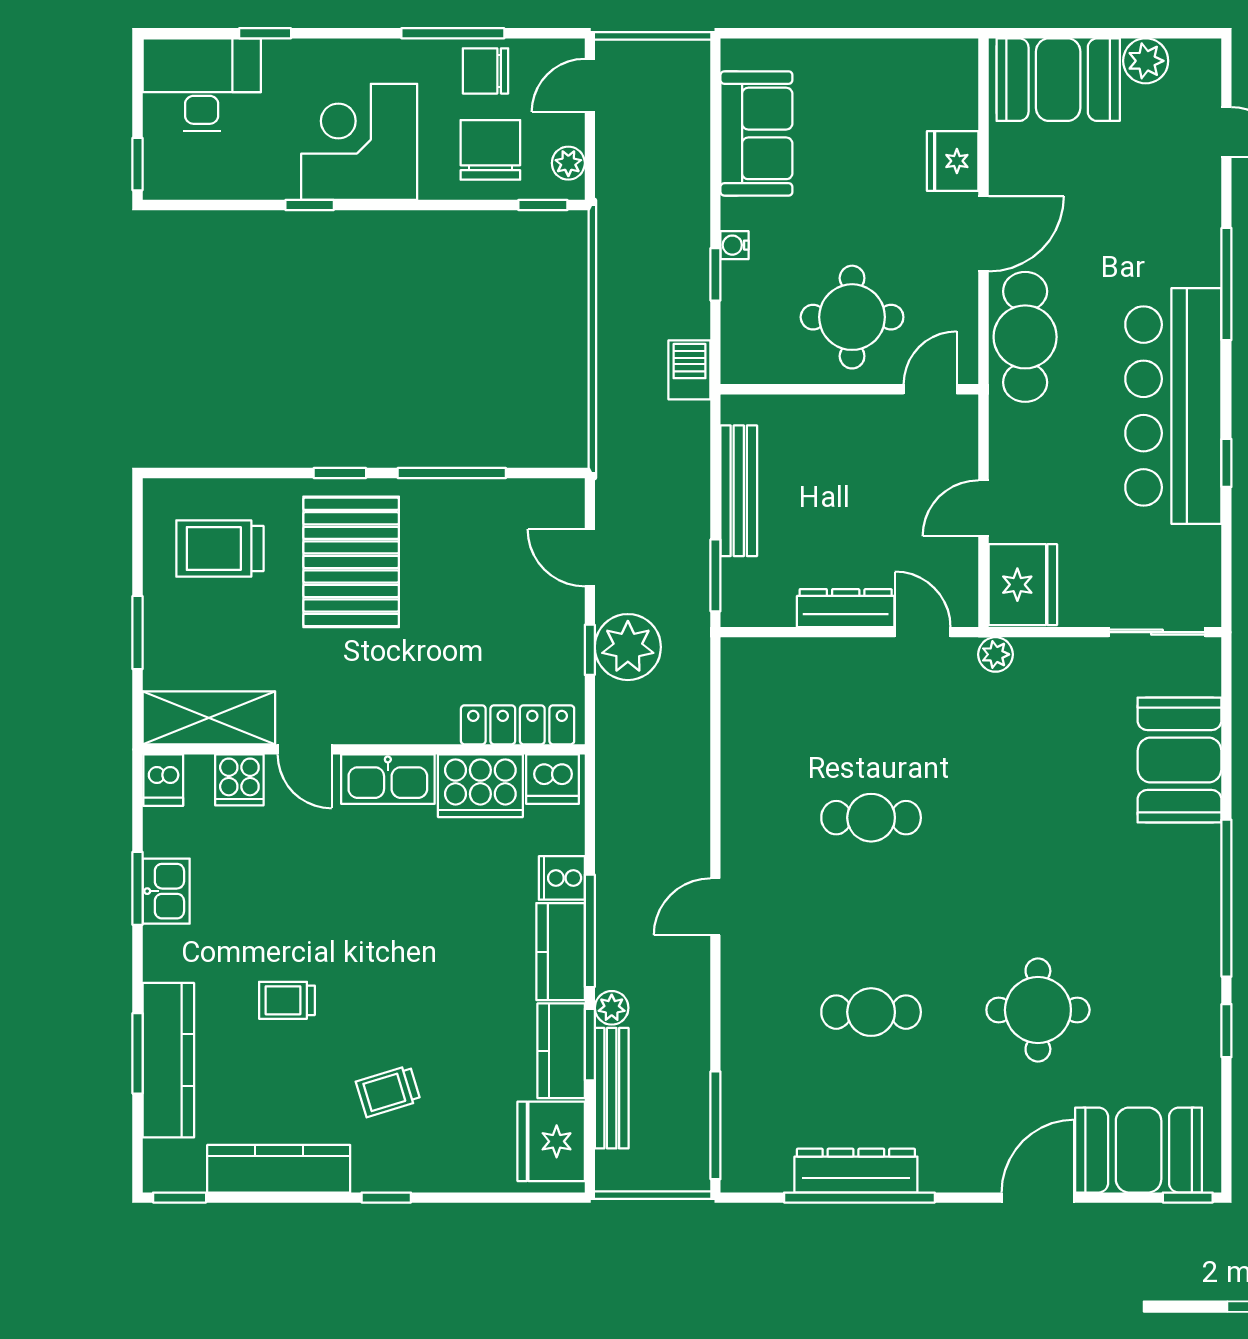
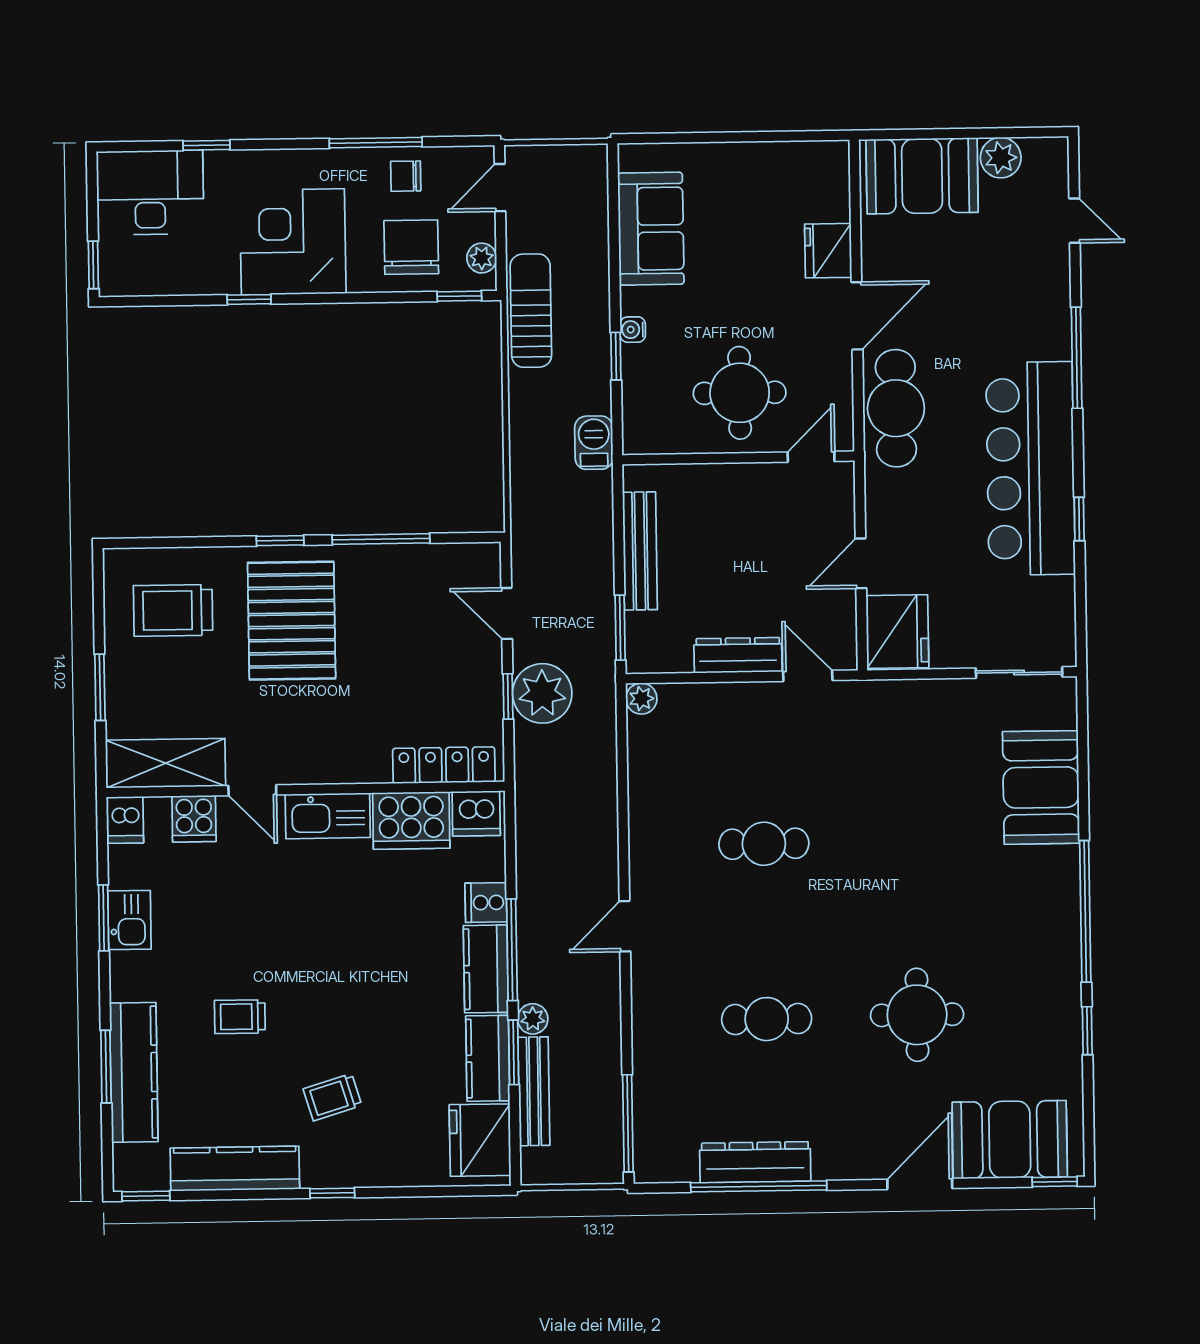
chair: (485, 71) -> (406, 176), width x0.73, depth x0.73
sun lounger: (622, 222) -> (531, 311), added
plant: (995, 654) -> (641, 699), moved

